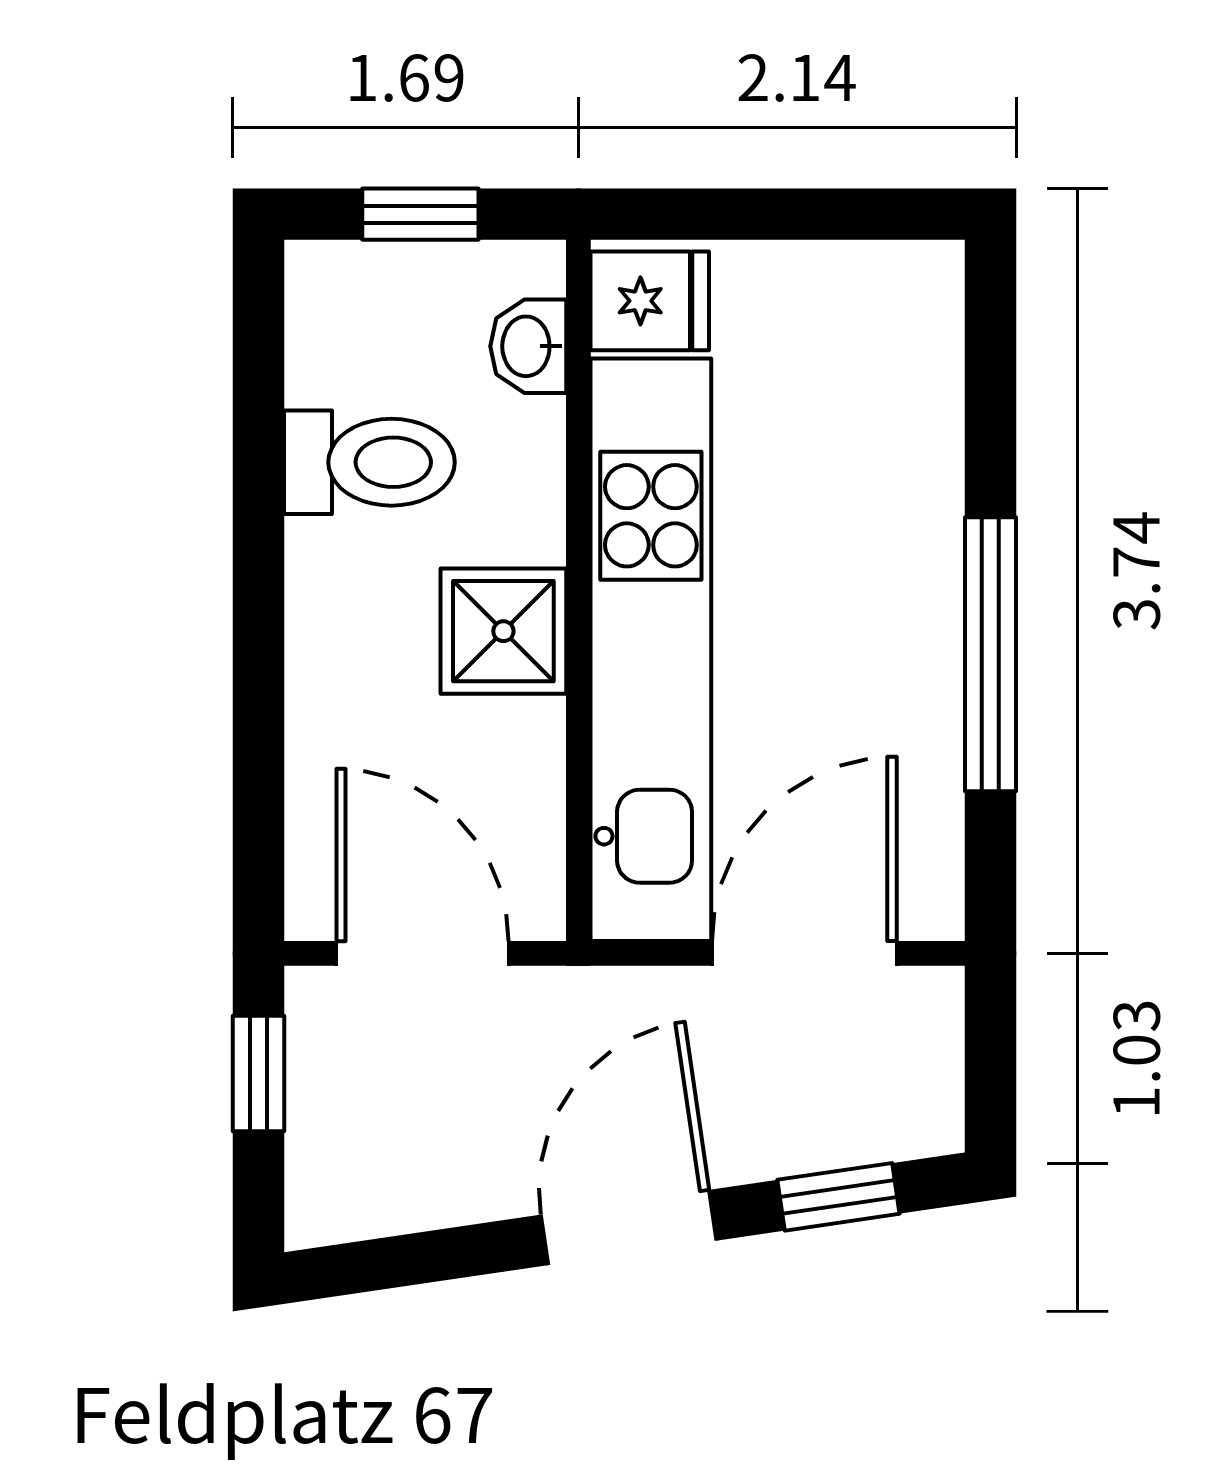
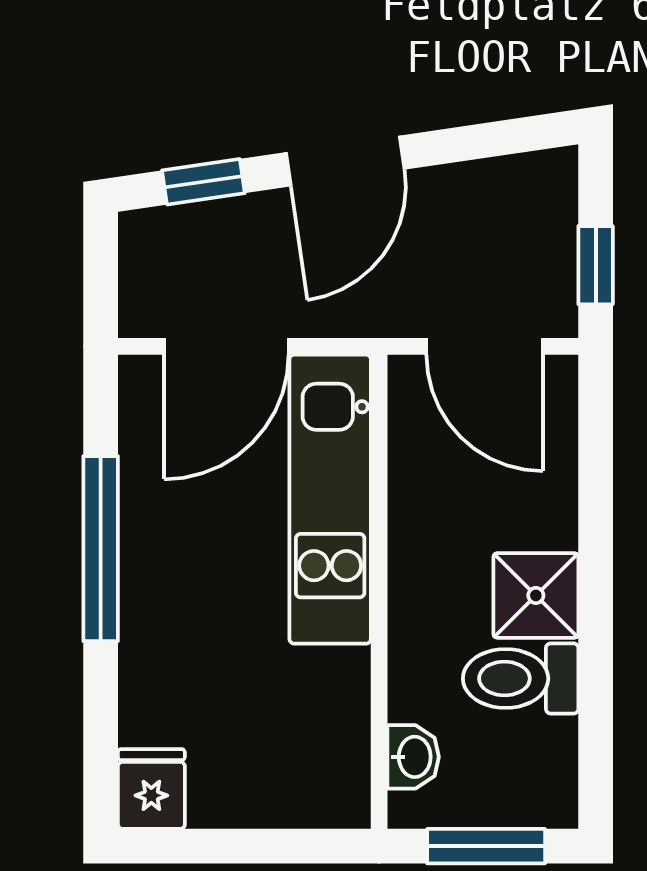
window: (420, 214) -> (486, 846), width x1.50
fridge: (650, 301) -> (151, 789), moved, turned 90
shower: (503, 631) -> (536, 595), moved
kitchen unit: (651, 650) -> (330, 499), width x0.73

